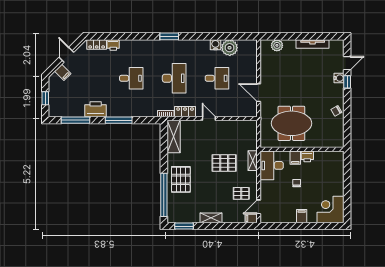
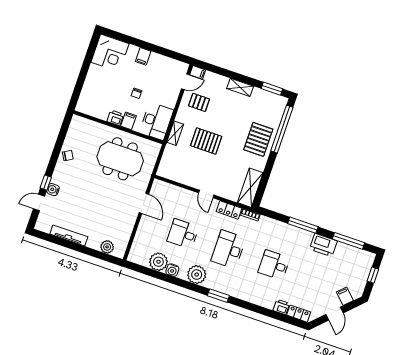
plant: (194, 48) -> (197, 275), added

